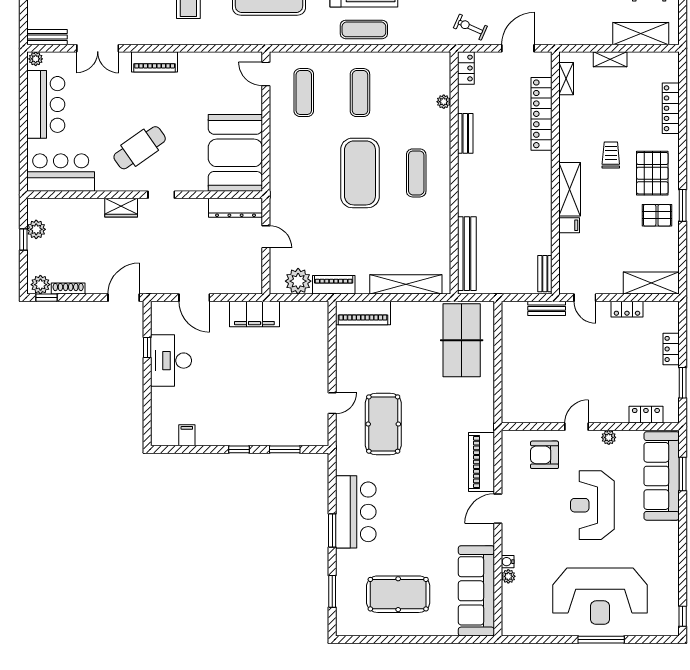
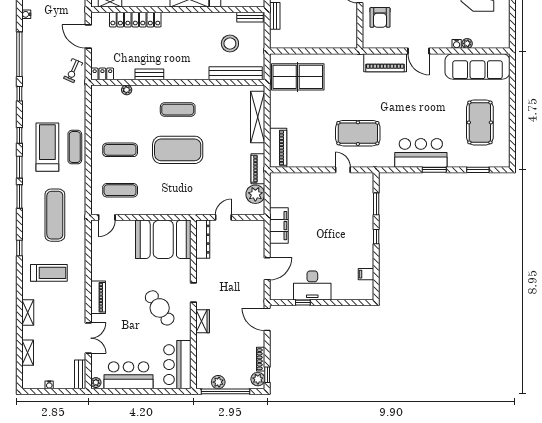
window: (23, 240) -> (225, 391), width x3.17
stool: (508, 246) -> (230, 43), added

